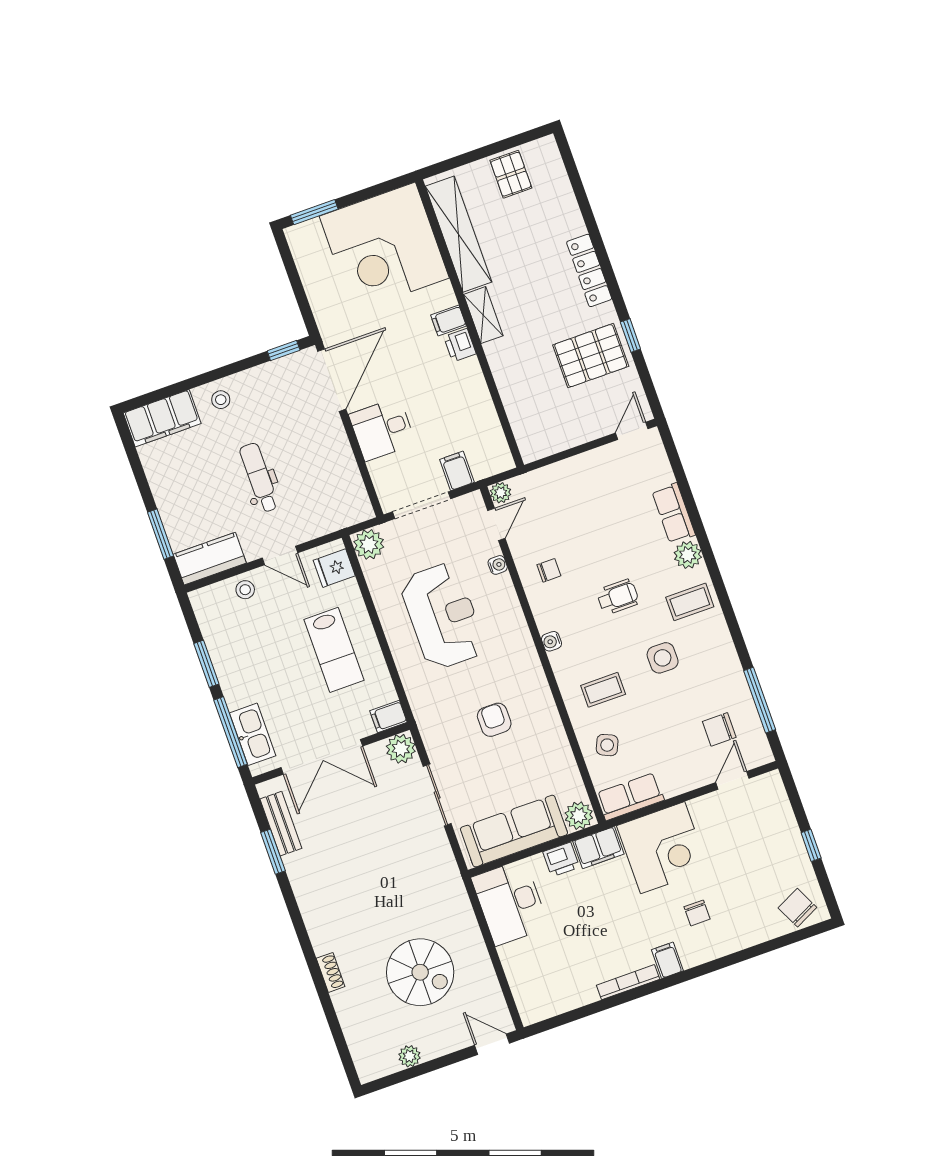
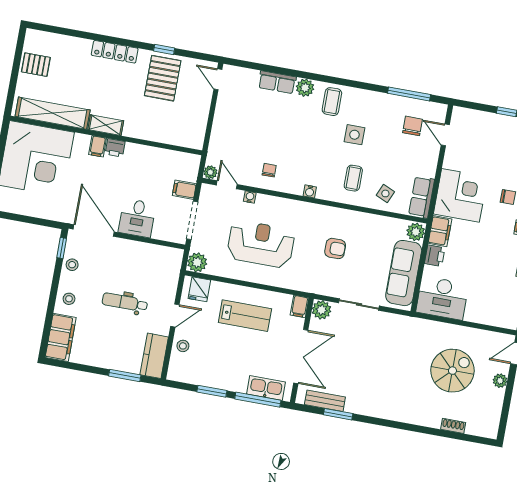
stool: (269, 378) -> (72, 265), added
wheelchair: (618, 597) -> (306, 140), removed
armchair: (494, 720) -> (335, 248), turned 180
chair: (719, 729) -> (412, 126), turned 180
shoe rack: (331, 972) -> (453, 426), moved
plant: (410, 1056) -> (500, 381), moved

